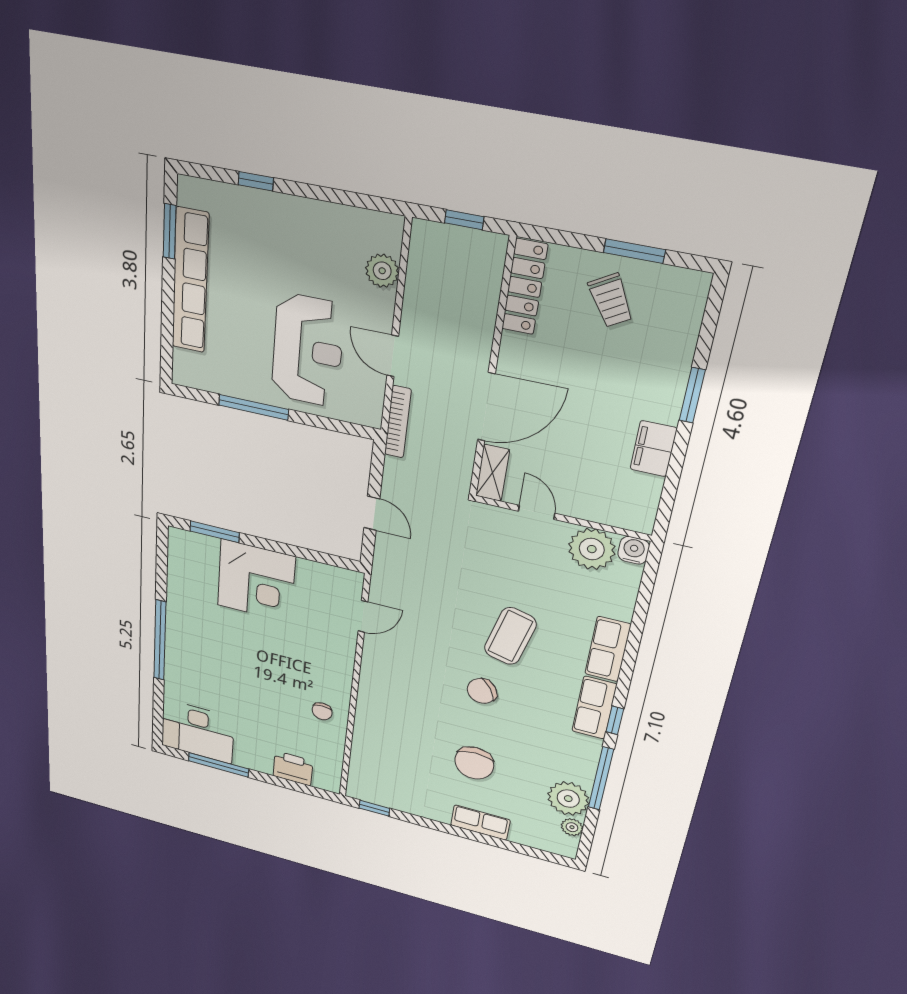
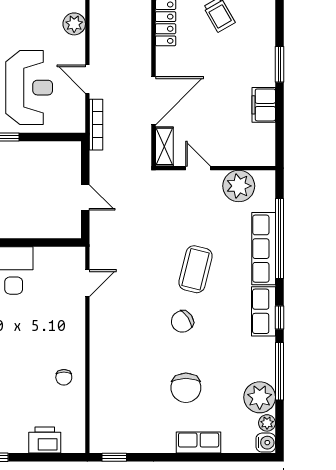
water cooler: (634, 550) -> (266, 443), moved, turned 90
window: (637, 629) -> (279, 239), added
row of seats: (608, 649) -> (264, 249), width x1.48

